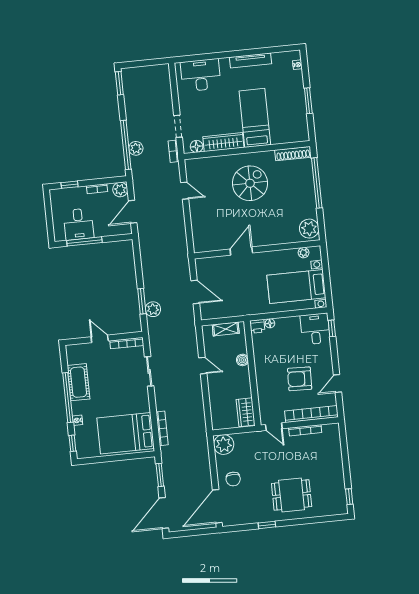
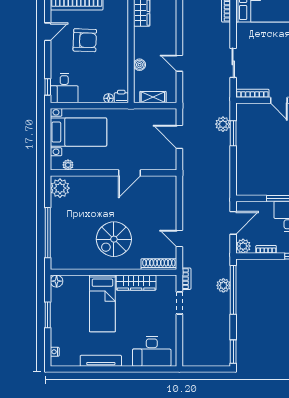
floor lamp: (197, 146) -> (57, 281), moved
shoe rack: (293, 154) -> (159, 264), moved

